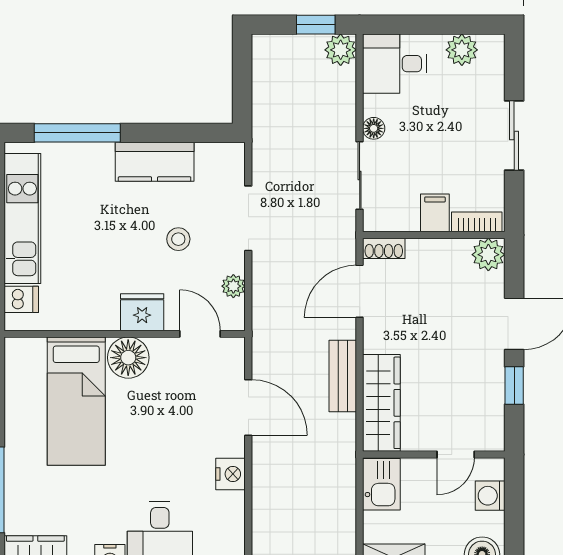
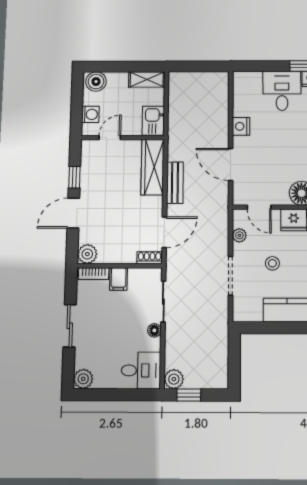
plant: (462, 50) -> (83, 379), moved

